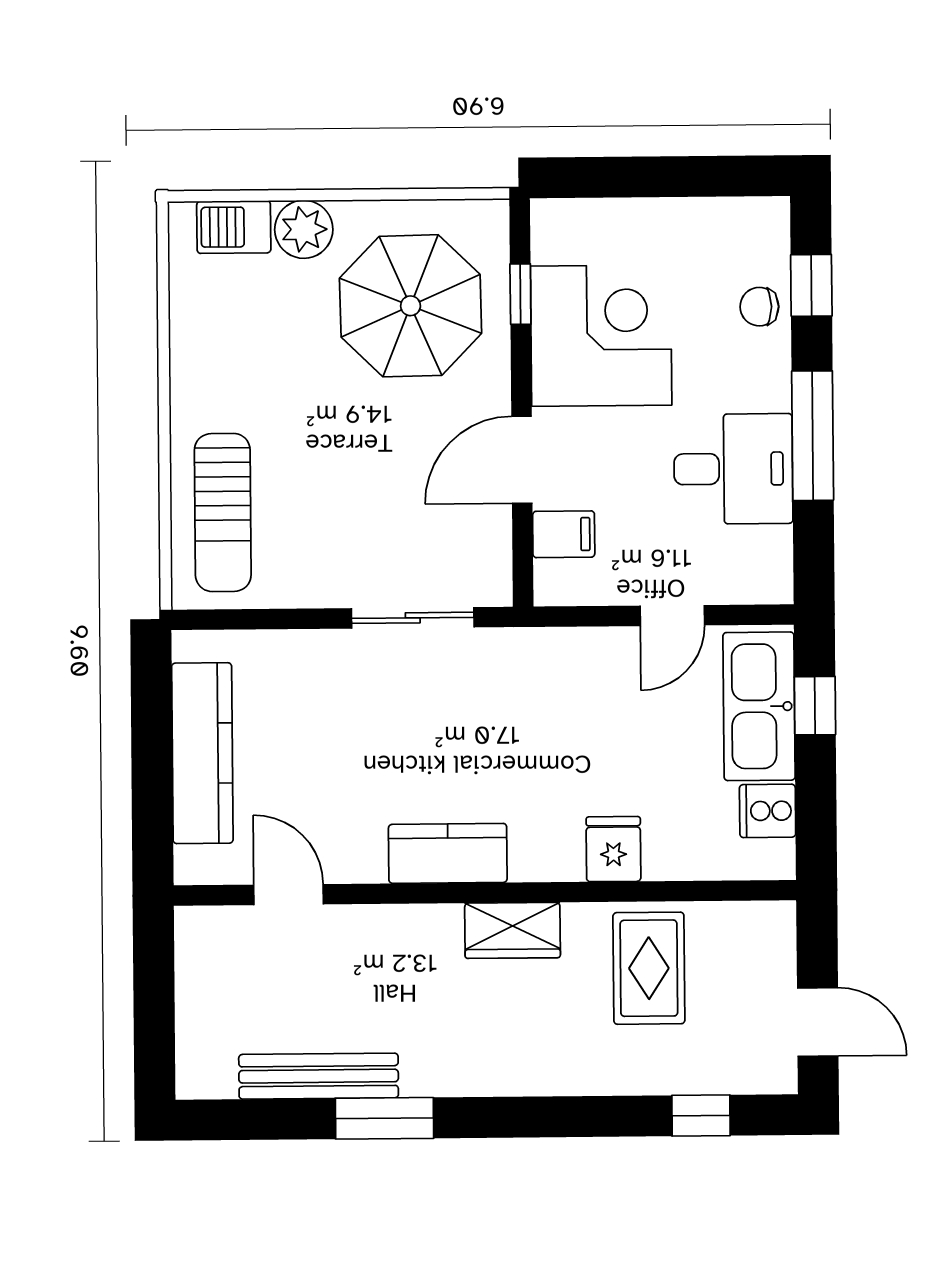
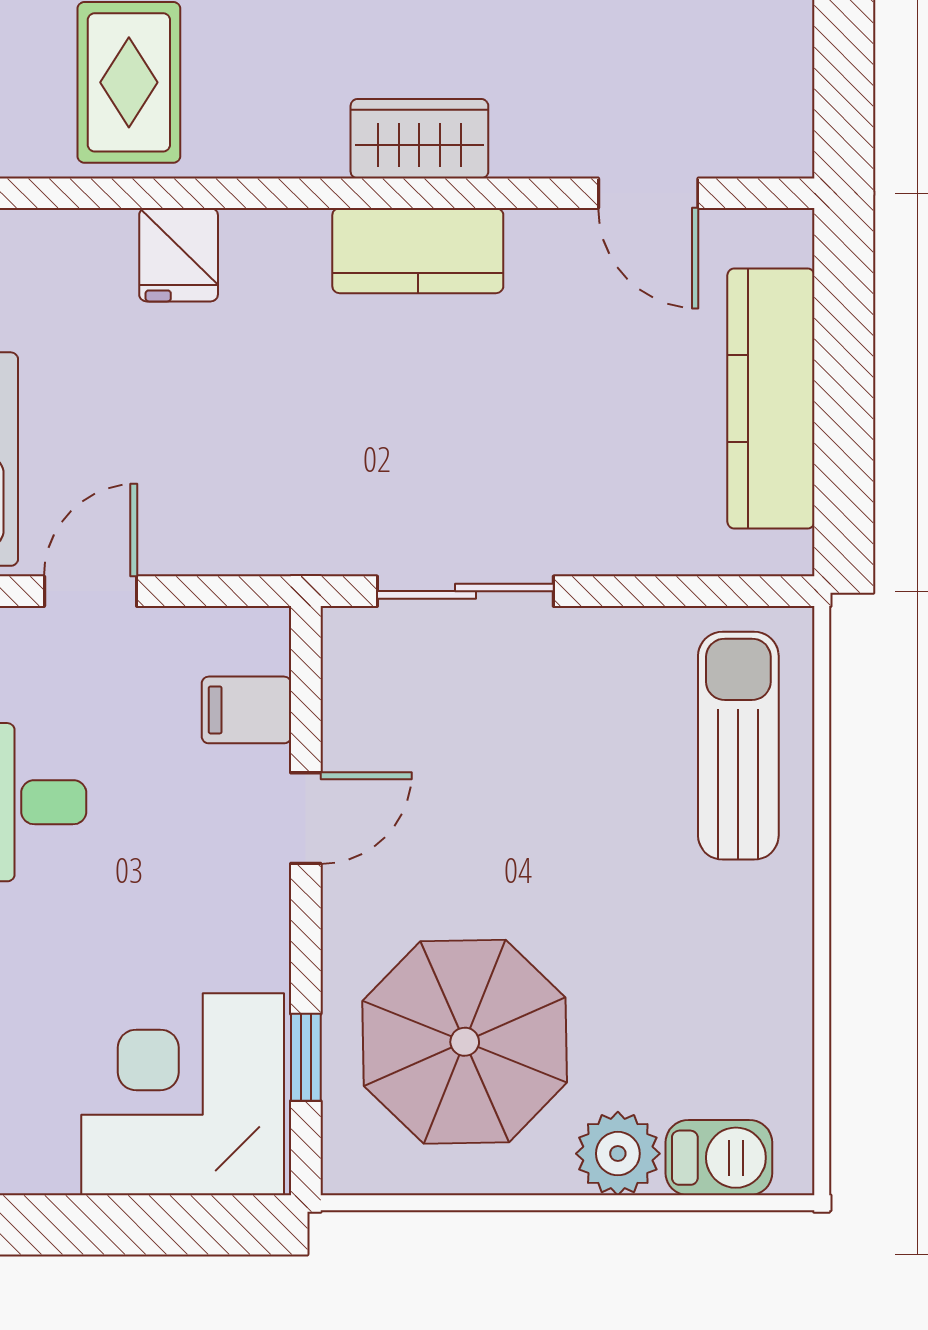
corner desk: (601, 336) -> (183, 1094), moved, turned 90
door: (522, 460) -> (306, 818), width x0.73
wardrobe: (513, 930) -> (419, 139), moved

